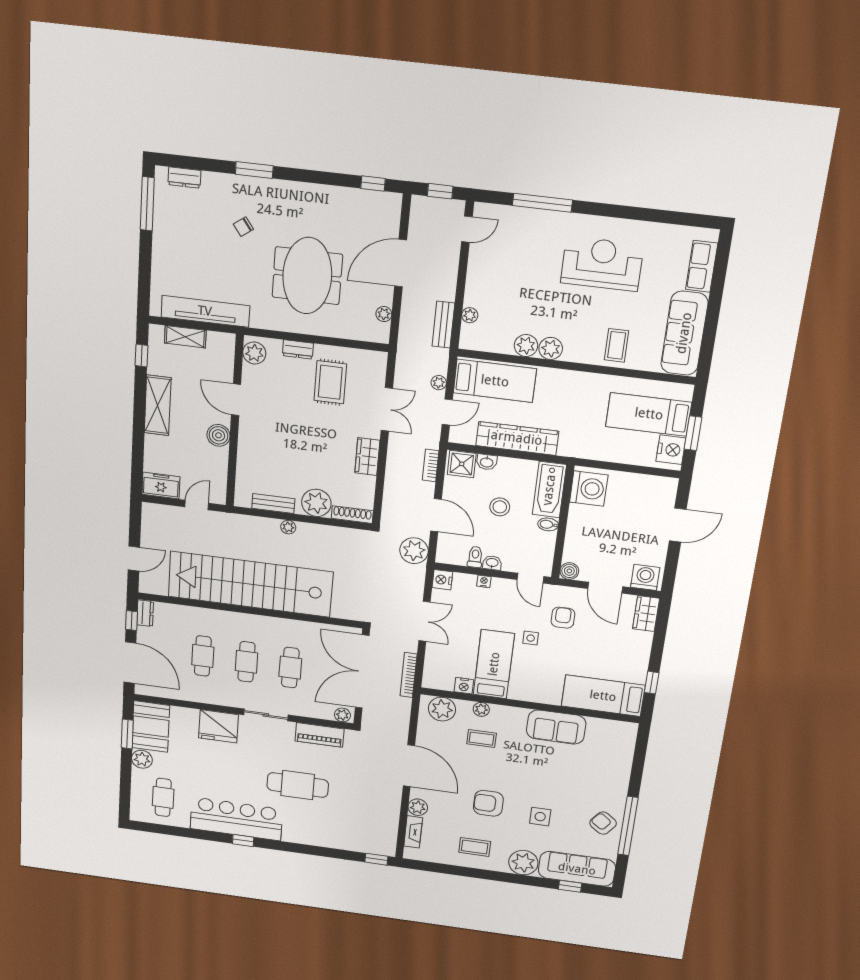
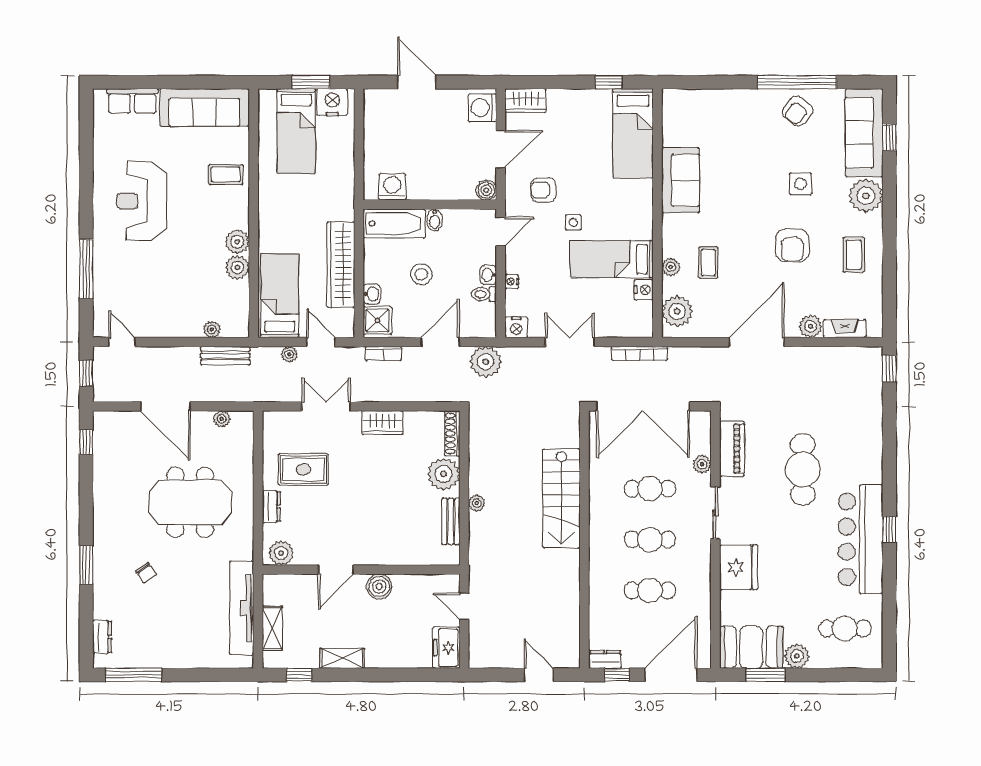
shelving: (158, 405) -> (342, 658), width x0.67, depth x0.75
washing machine: (589, 488) -> (392, 187), width x0.73, depth x0.73
stairs: (250, 584) -> (561, 498), width x0.54, depth x0.66
plant: (342, 715) -> (702, 464), moved

